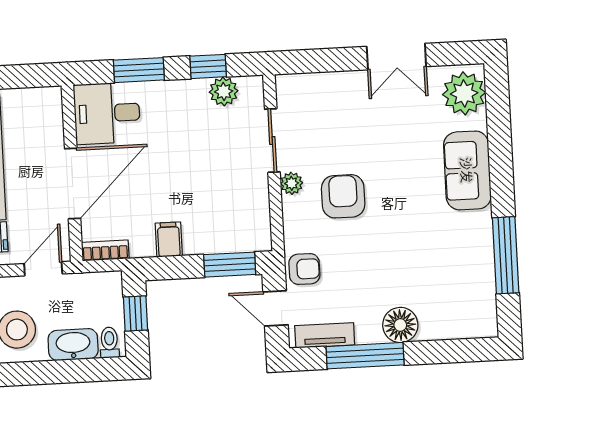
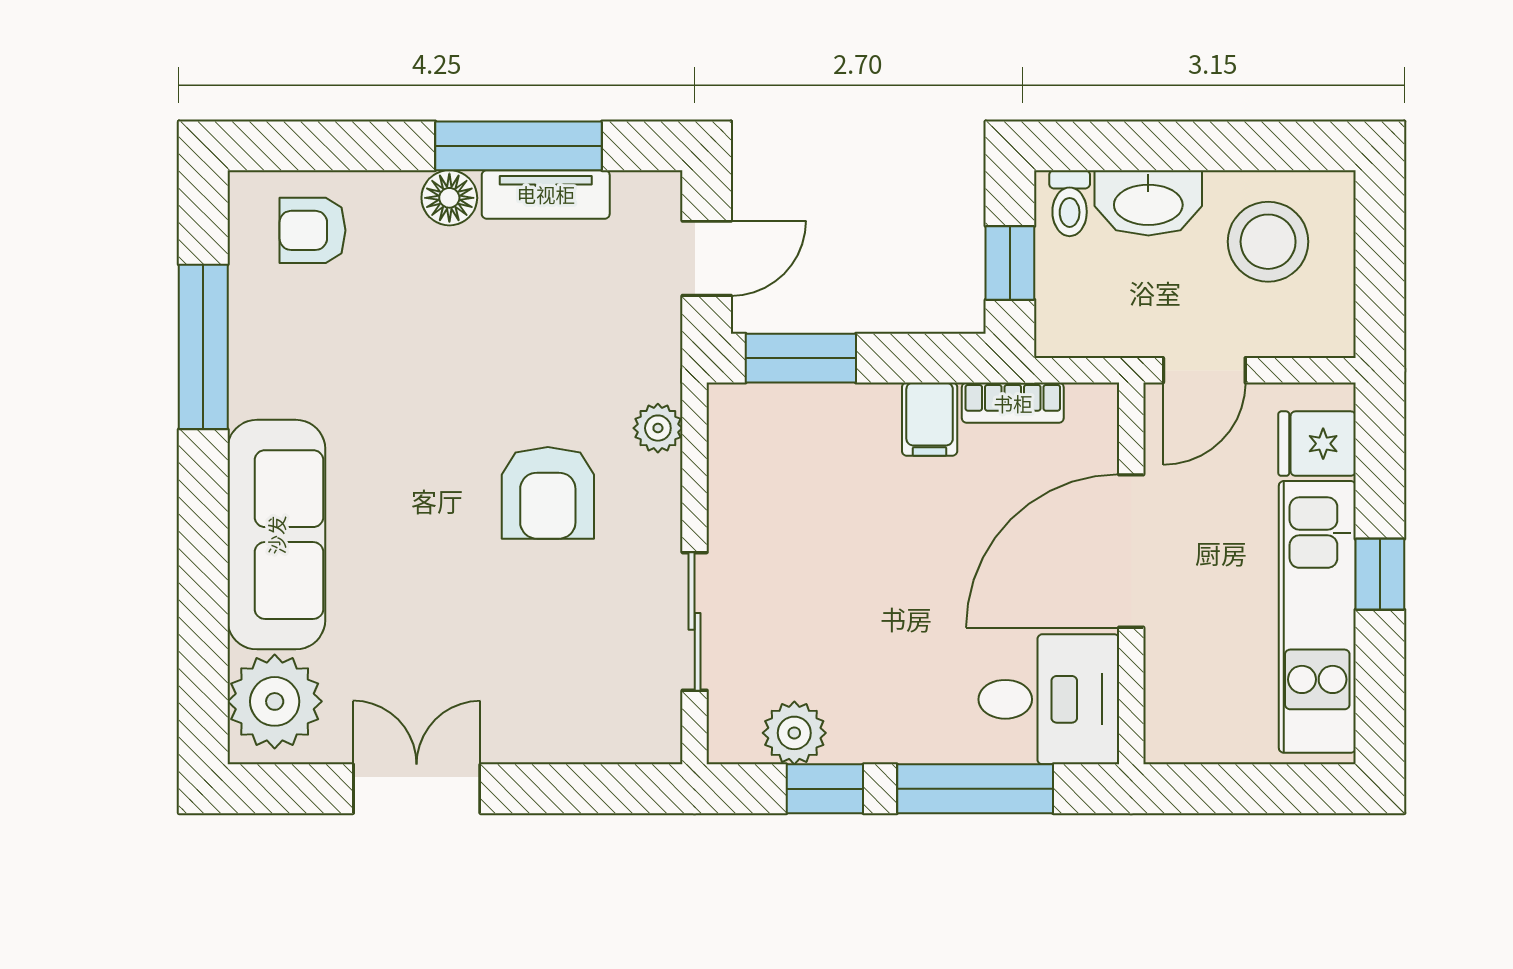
window: (139, 70) -> (975, 789), width x1.44
sofa: (467, 170) -> (276, 535), width x1.36
plant: (292, 183) -> (658, 428), moved
bookcase: (105, 250) -> (1013, 403), moved
armchair: (304, 269) -> (312, 230), moved
door: (276, 308) -> (707, 258), hinge flipped
floor lamp: (400, 325) -> (449, 198), width x0.73, depth x0.73
tv unit: (325, 335) -> (546, 194), moved

